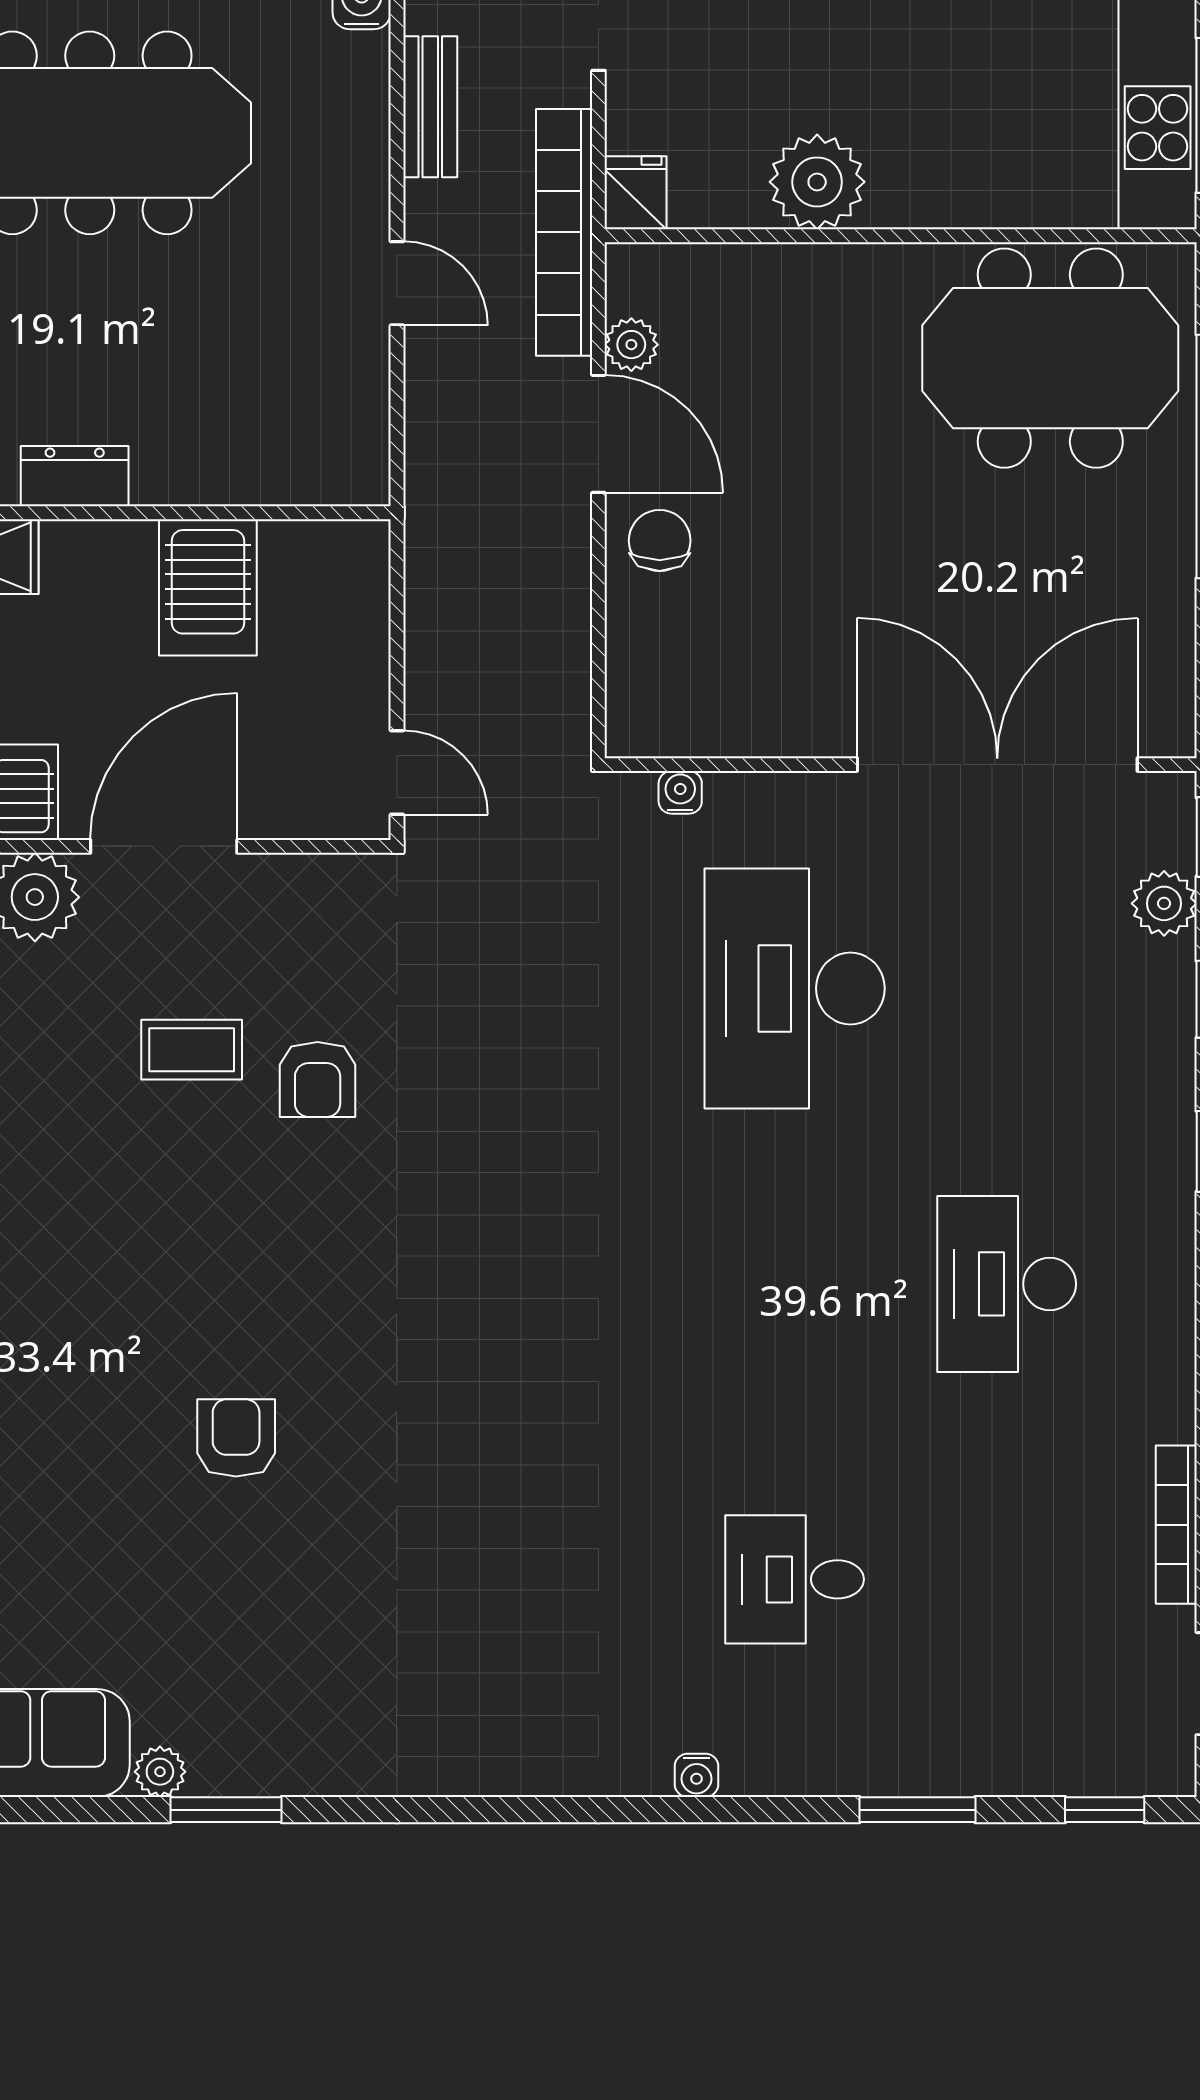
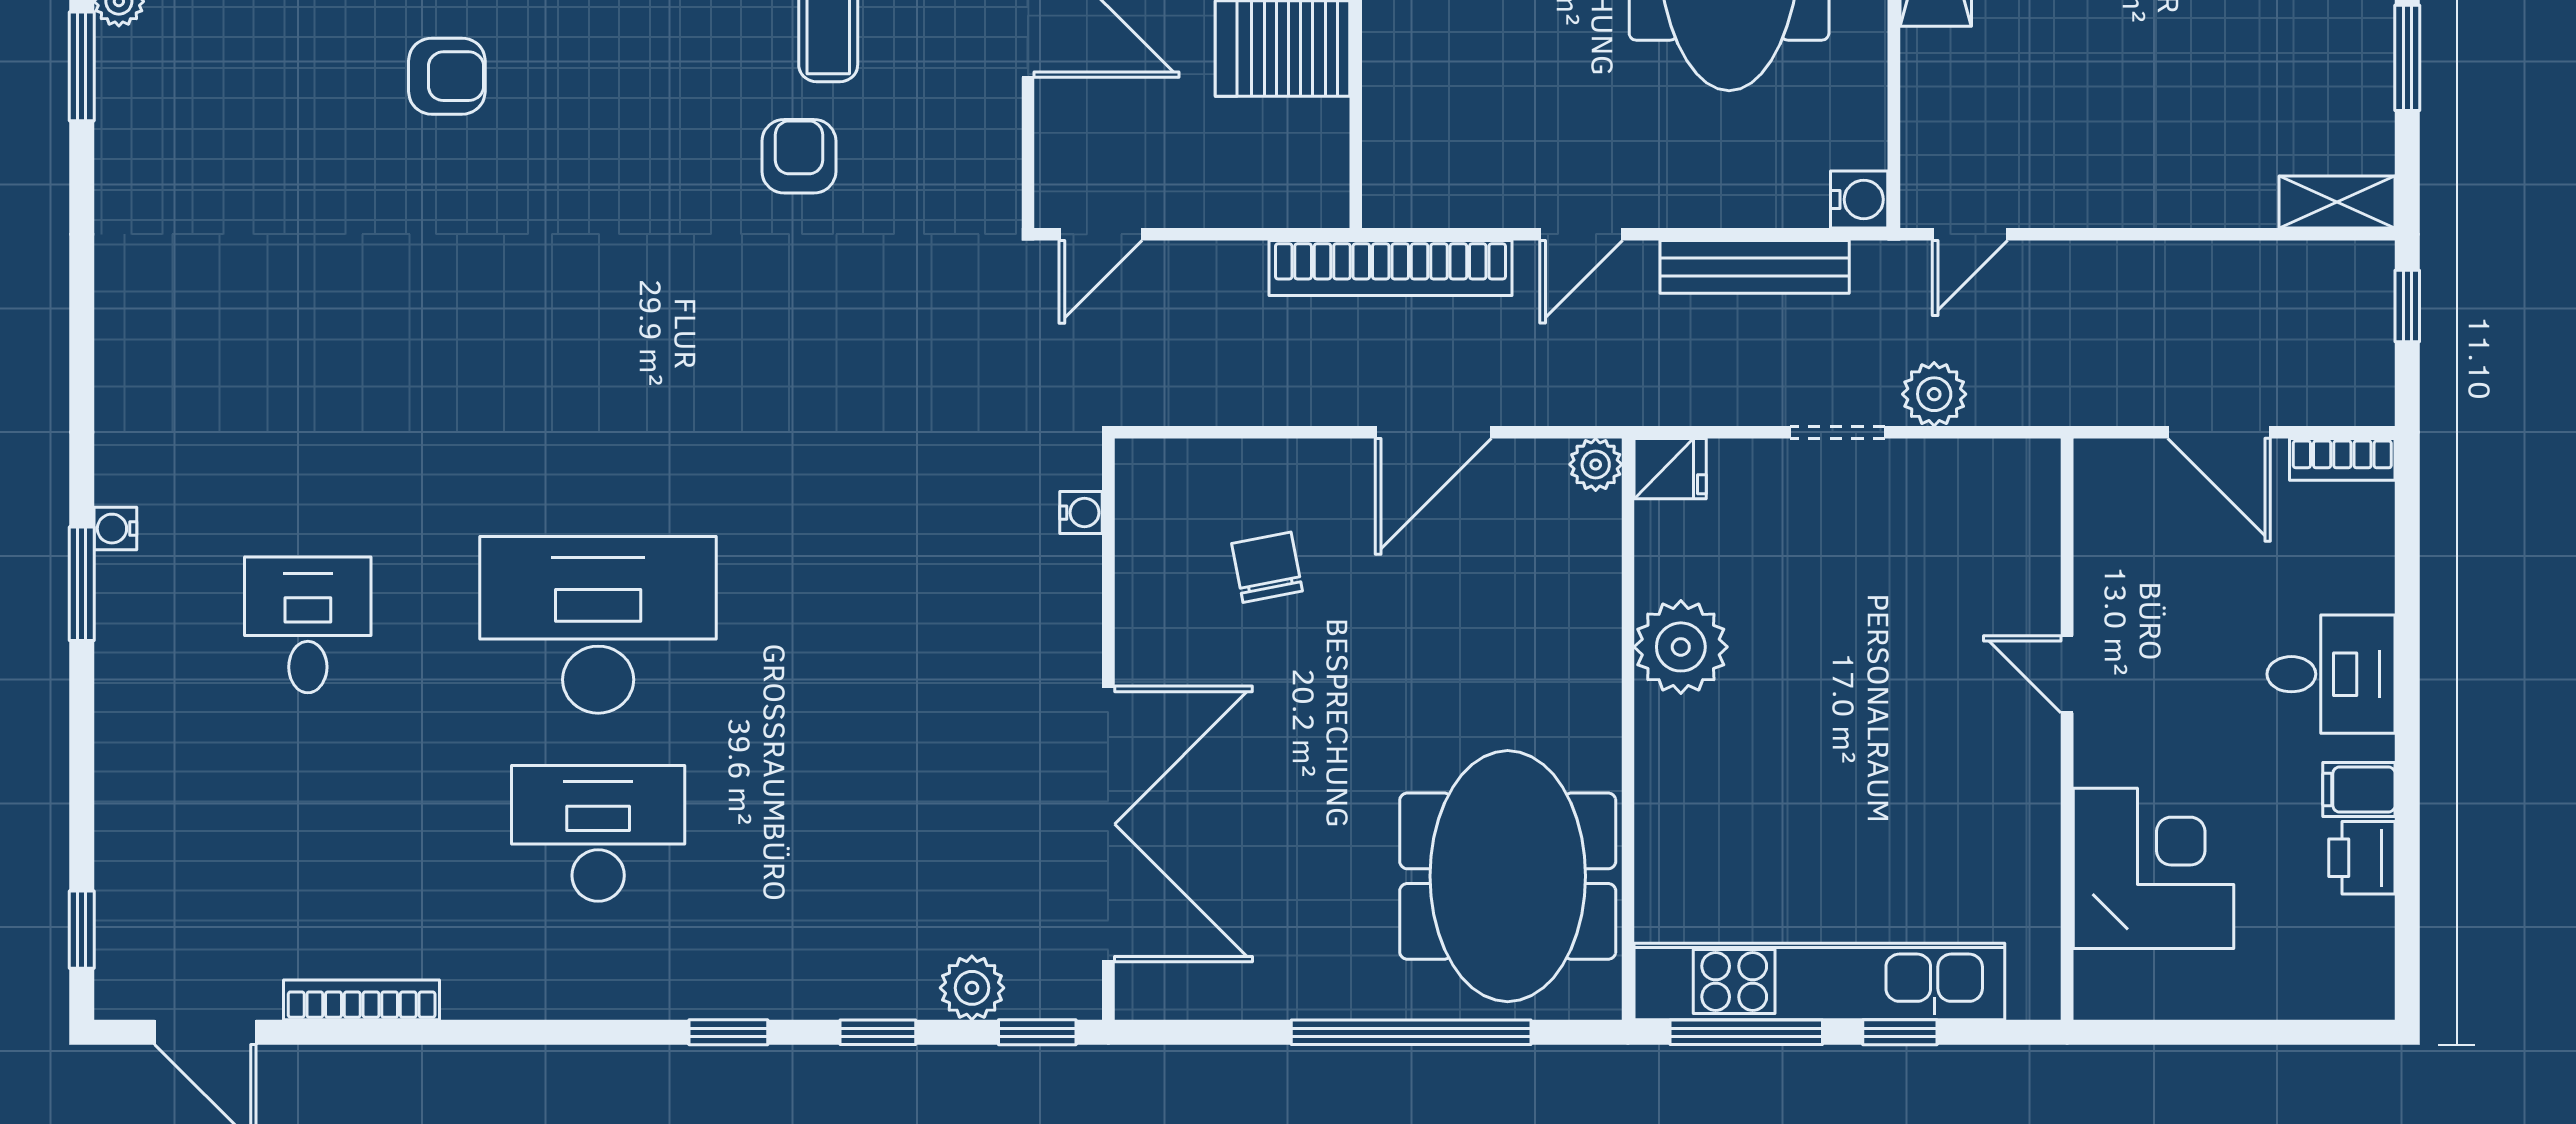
bench: (430, 107) -> (1755, 267), width x1.36
bookcase: (564, 232) -> (1390, 268), moved, turned 180
plant: (631, 345) -> (1596, 464), moved
chair: (660, 541) -> (1267, 567), moved, turned -101
desk: (795, 988) -> (598, 625), moved
armchair: (318, 1079) -> (799, 156), turned 90
window: (917, 1810) -> (82, 584), moved

